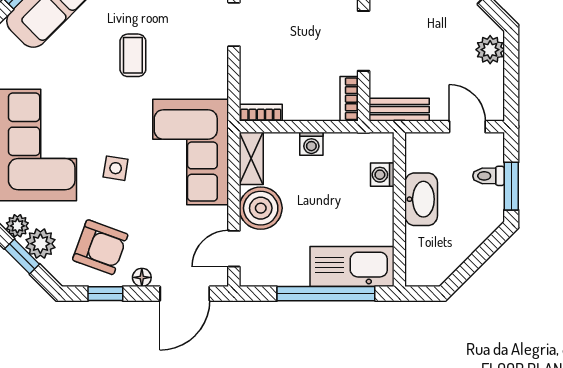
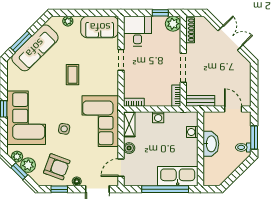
plant: (490, 50) -> (244, 72), removed
toilet: (489, 176) -> (243, 147), moved
boiler: (261, 208) -> (129, 148), width x0.54, depth x0.54

